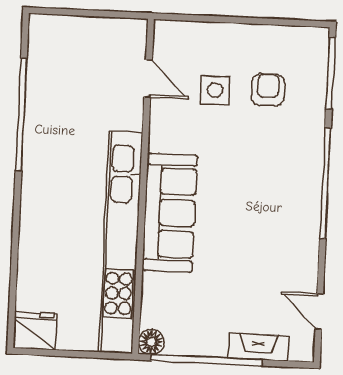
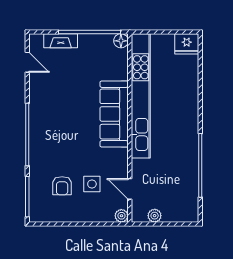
plant: (106, 29) -> (155, 216), added
plant: (165, 31) -> (121, 216), added

